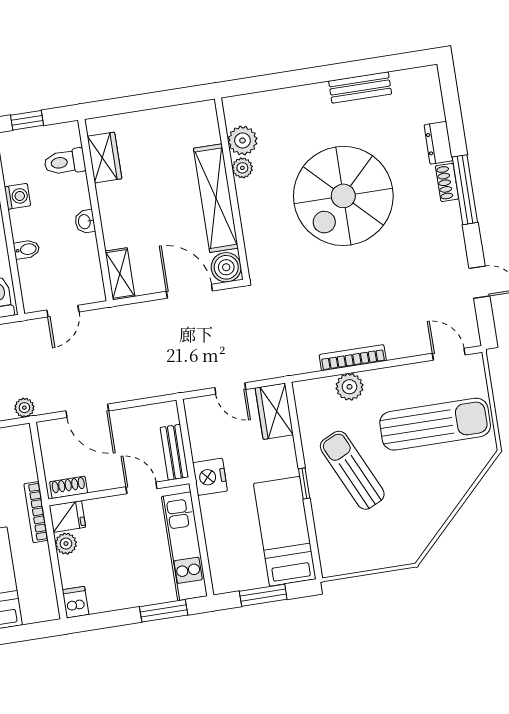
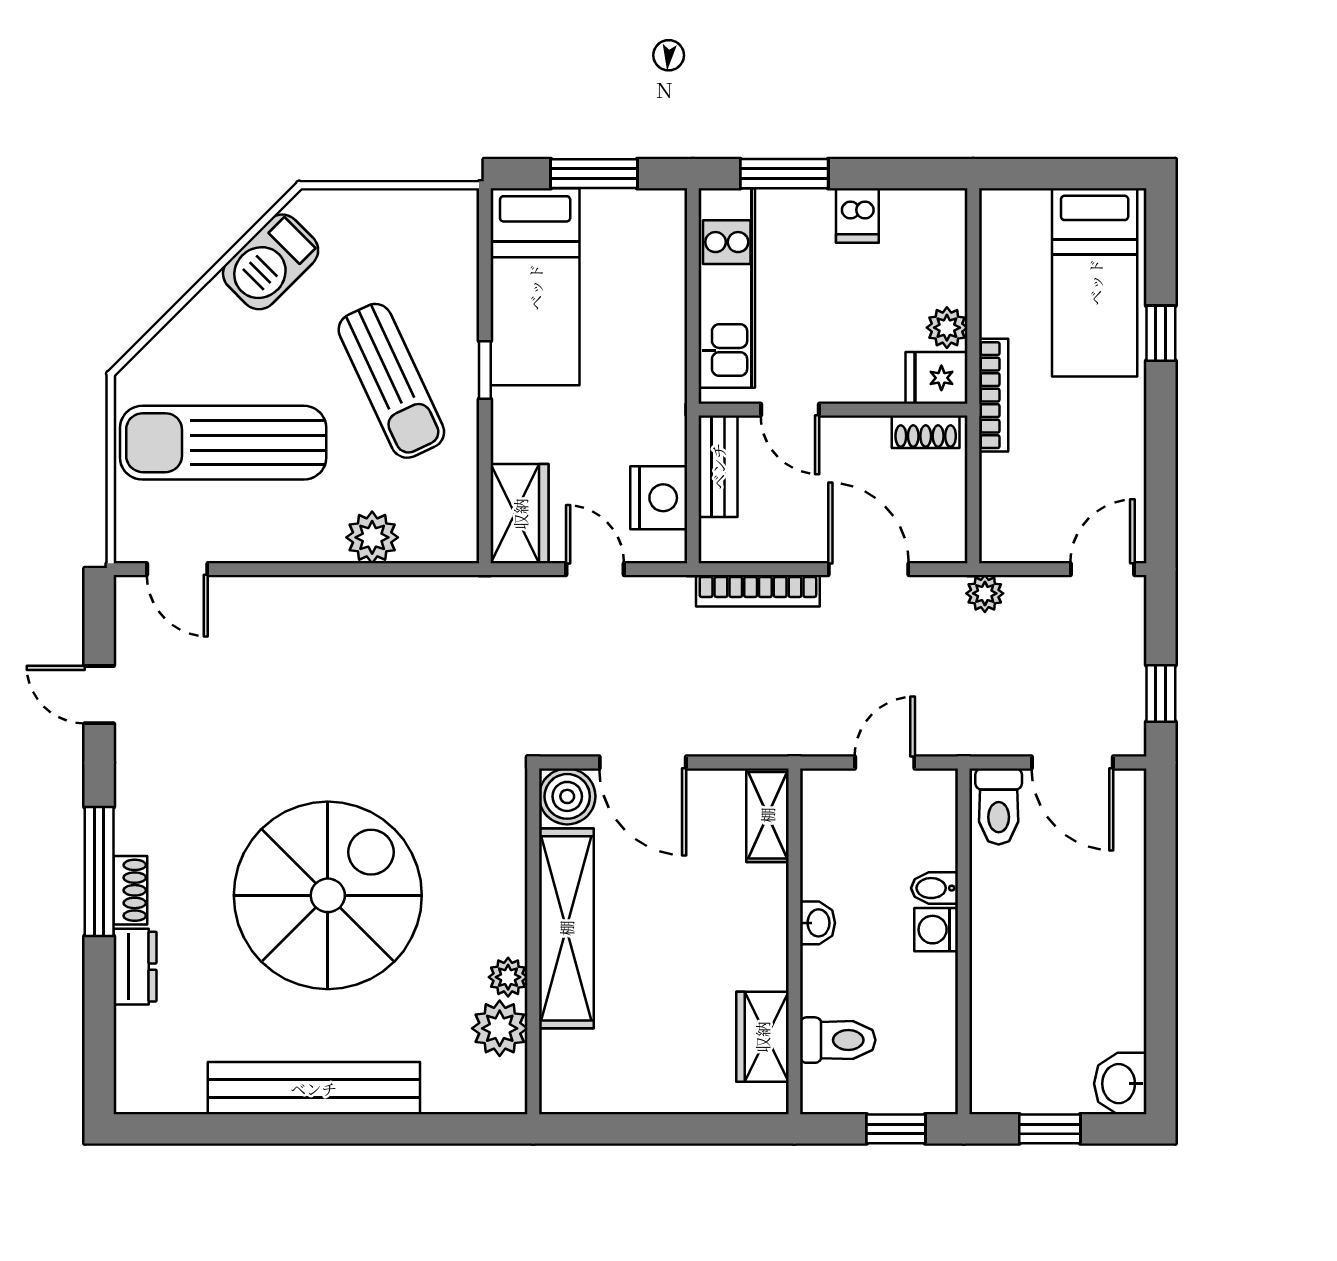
bench: (360, 87) -> (314, 1088), width x1.86, depth x1.21
washing machine: (17, 196) -> (936, 930), moved
bookcase: (353, 358) -> (758, 591), moved
nightstand: (210, 477) -> (659, 498), moved
barbecue: (425, 523) -> (271, 262), added
dishwasher: (76, 602) -> (857, 215), moved

